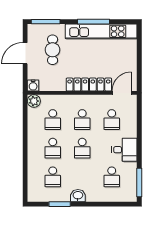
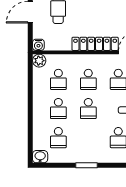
washbasin: (78, 196) -> (40, 157), moved
window: (60, 204) -> (86, 165), moved

